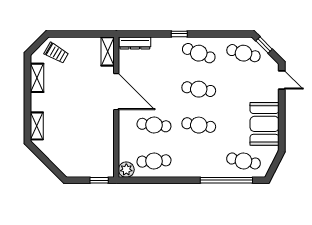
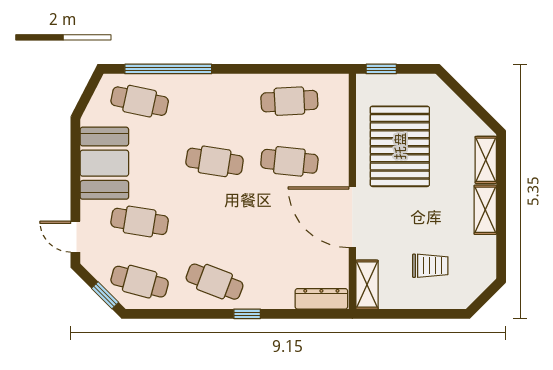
trolley: (56, 53) -> (430, 266), moved, turned 150
shelving: (37, 78) -> (485, 210), moved
cafe table: (199, 89) -> (140, 221), moved
pallet: (88, 134) -> (400, 146), added
plant: (126, 170) -> (336, 87), removed

